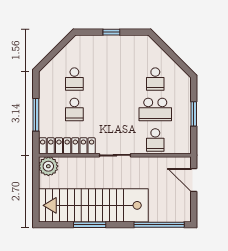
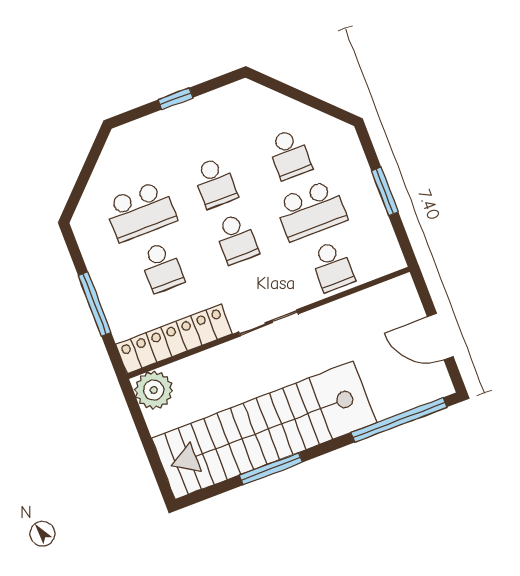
school desk: (74, 79) -> (140, 211), width x1.85
school desk: (115, 79) -> (215, 183), added
school desk: (115, 110) -> (236, 239), added
door: (194, 180) -> (440, 337), moved

